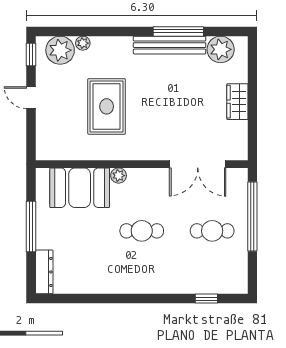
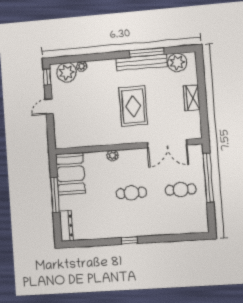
door: (31, 98) -> (49, 107), hinge flipped
rug: (107, 106) -> (133, 106), moved
booth: (80, 188) -> (70, 174), moved, turned 90
window: (206, 299) -> (129, 241), moved

